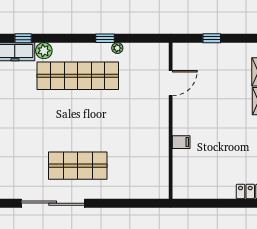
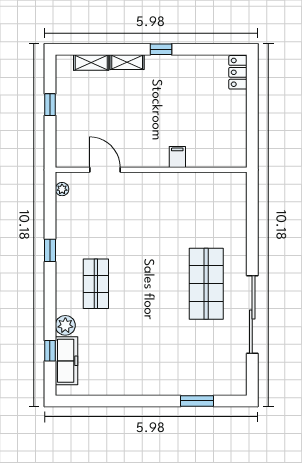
window: (212, 38) -> (50, 105), moved
plant: (117, 48) -> (62, 189), moved
shop shelf: (78, 76) -> (96, 284), width x0.50, depth x0.74

